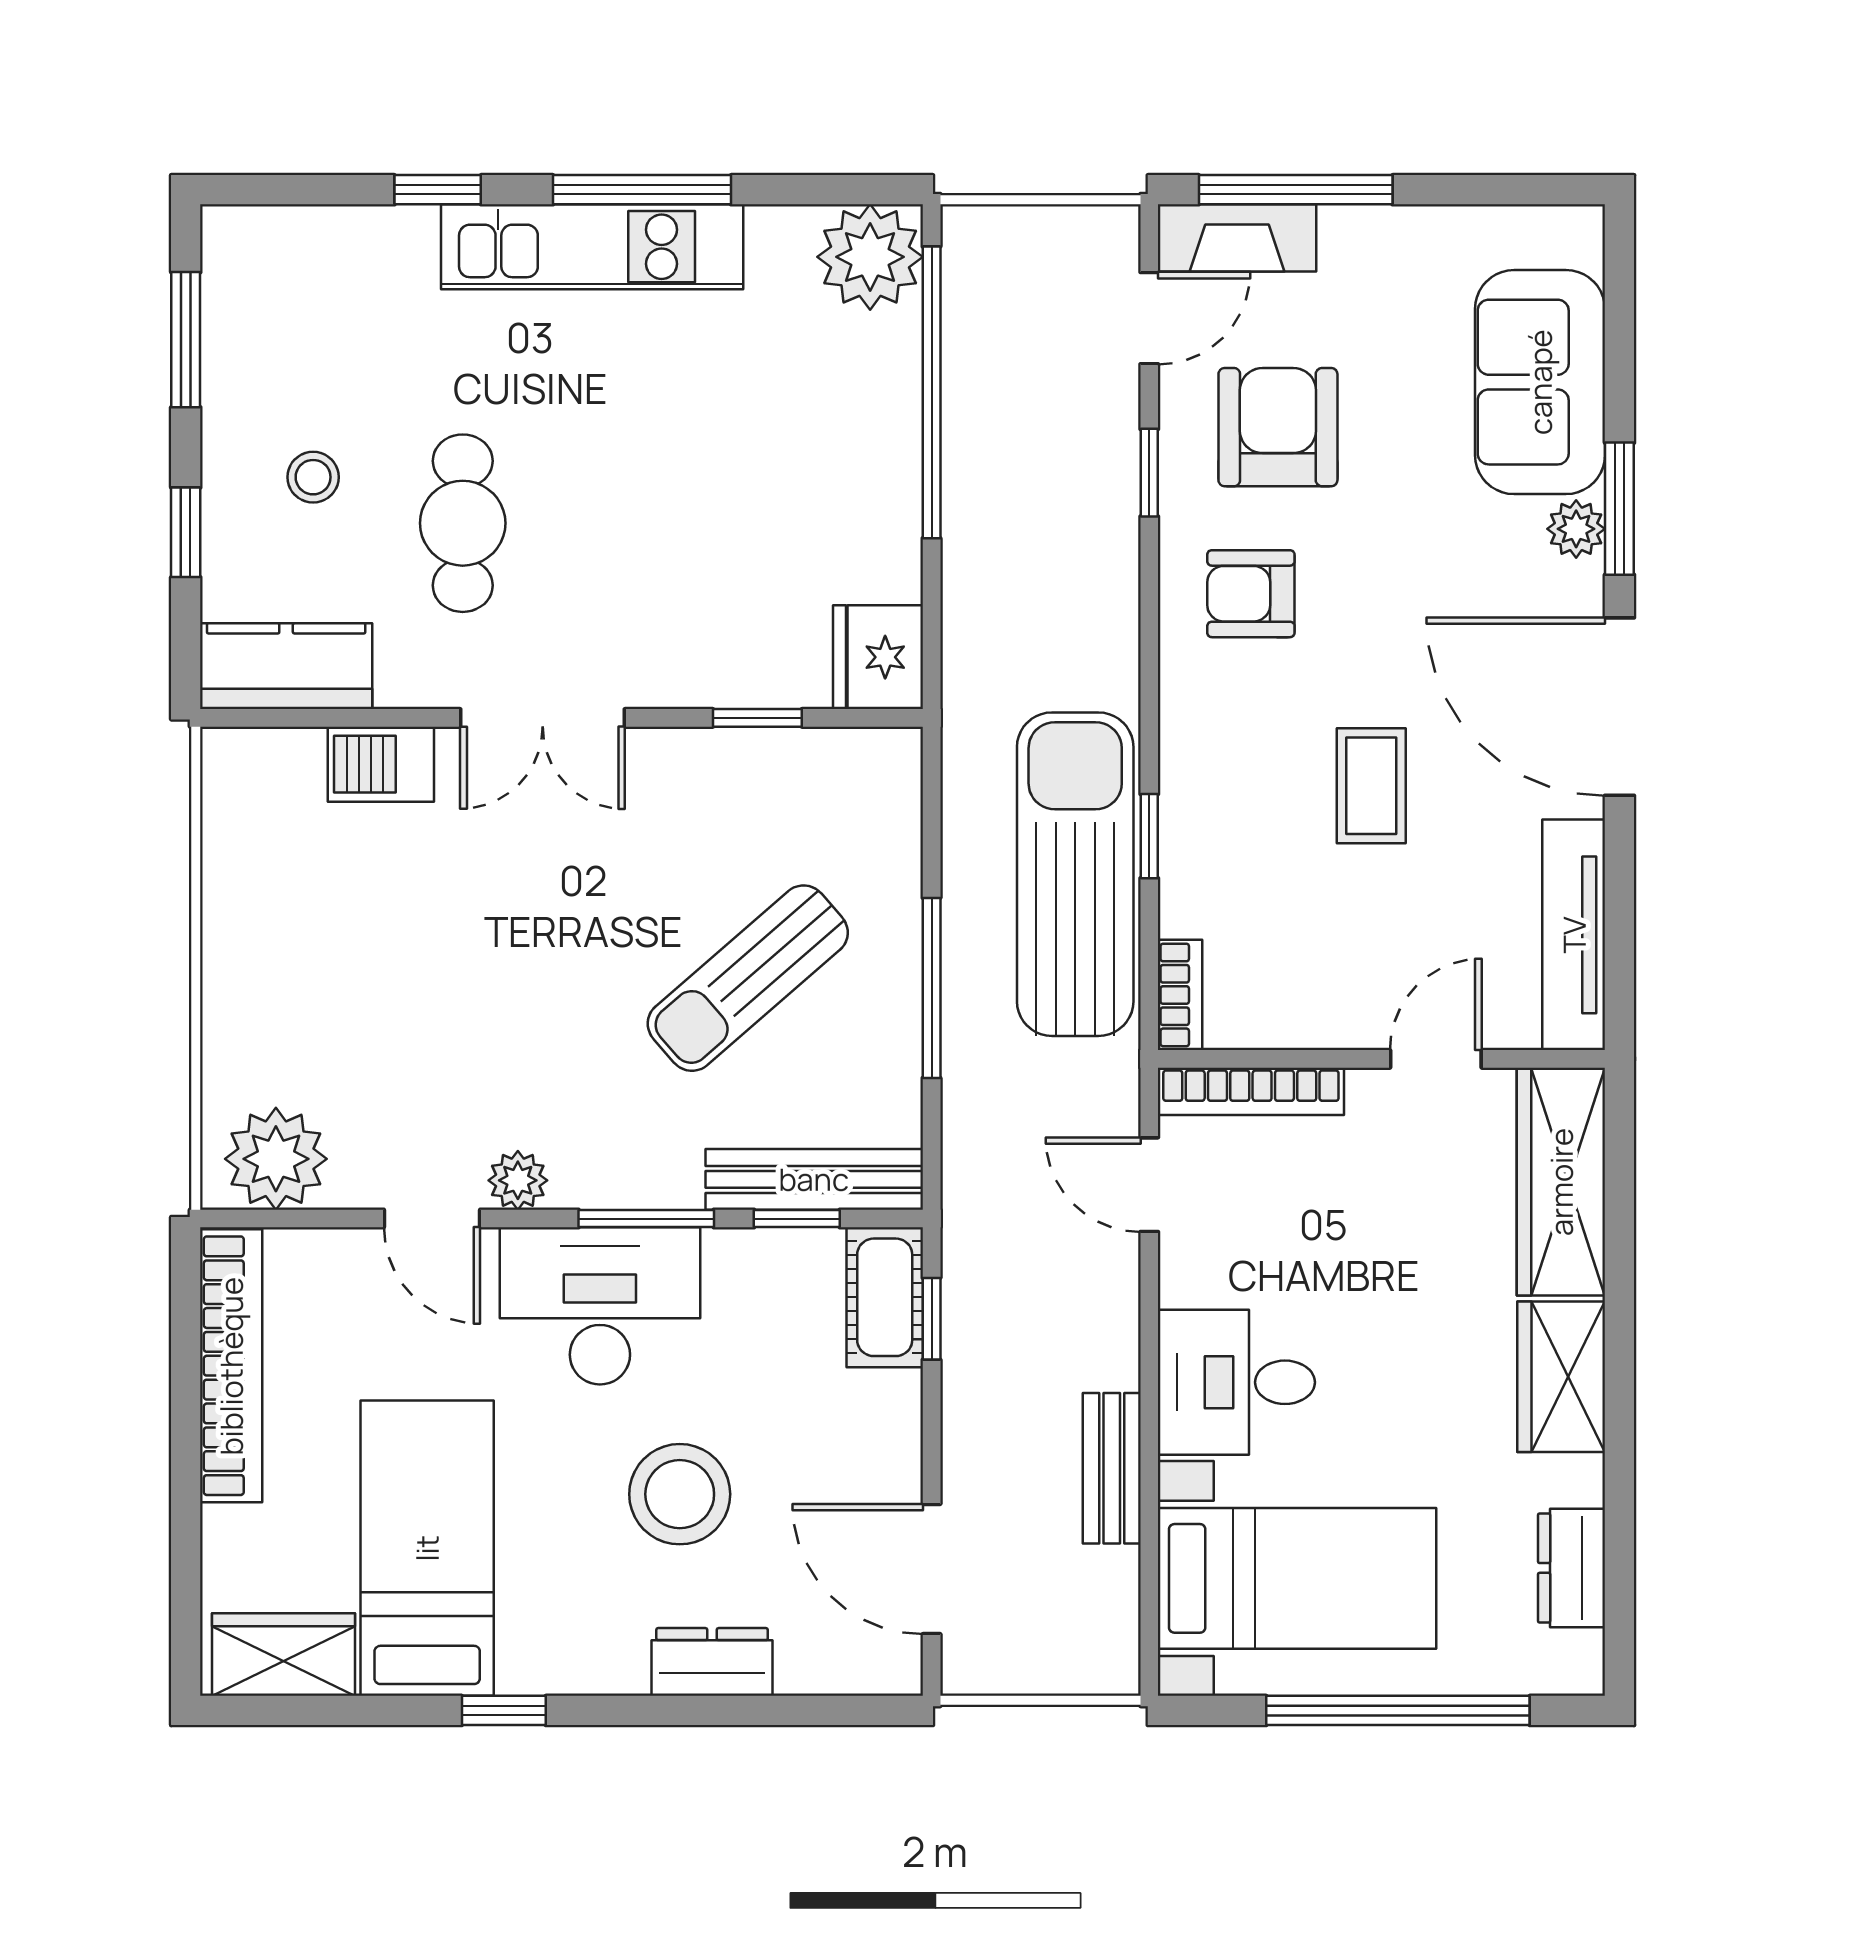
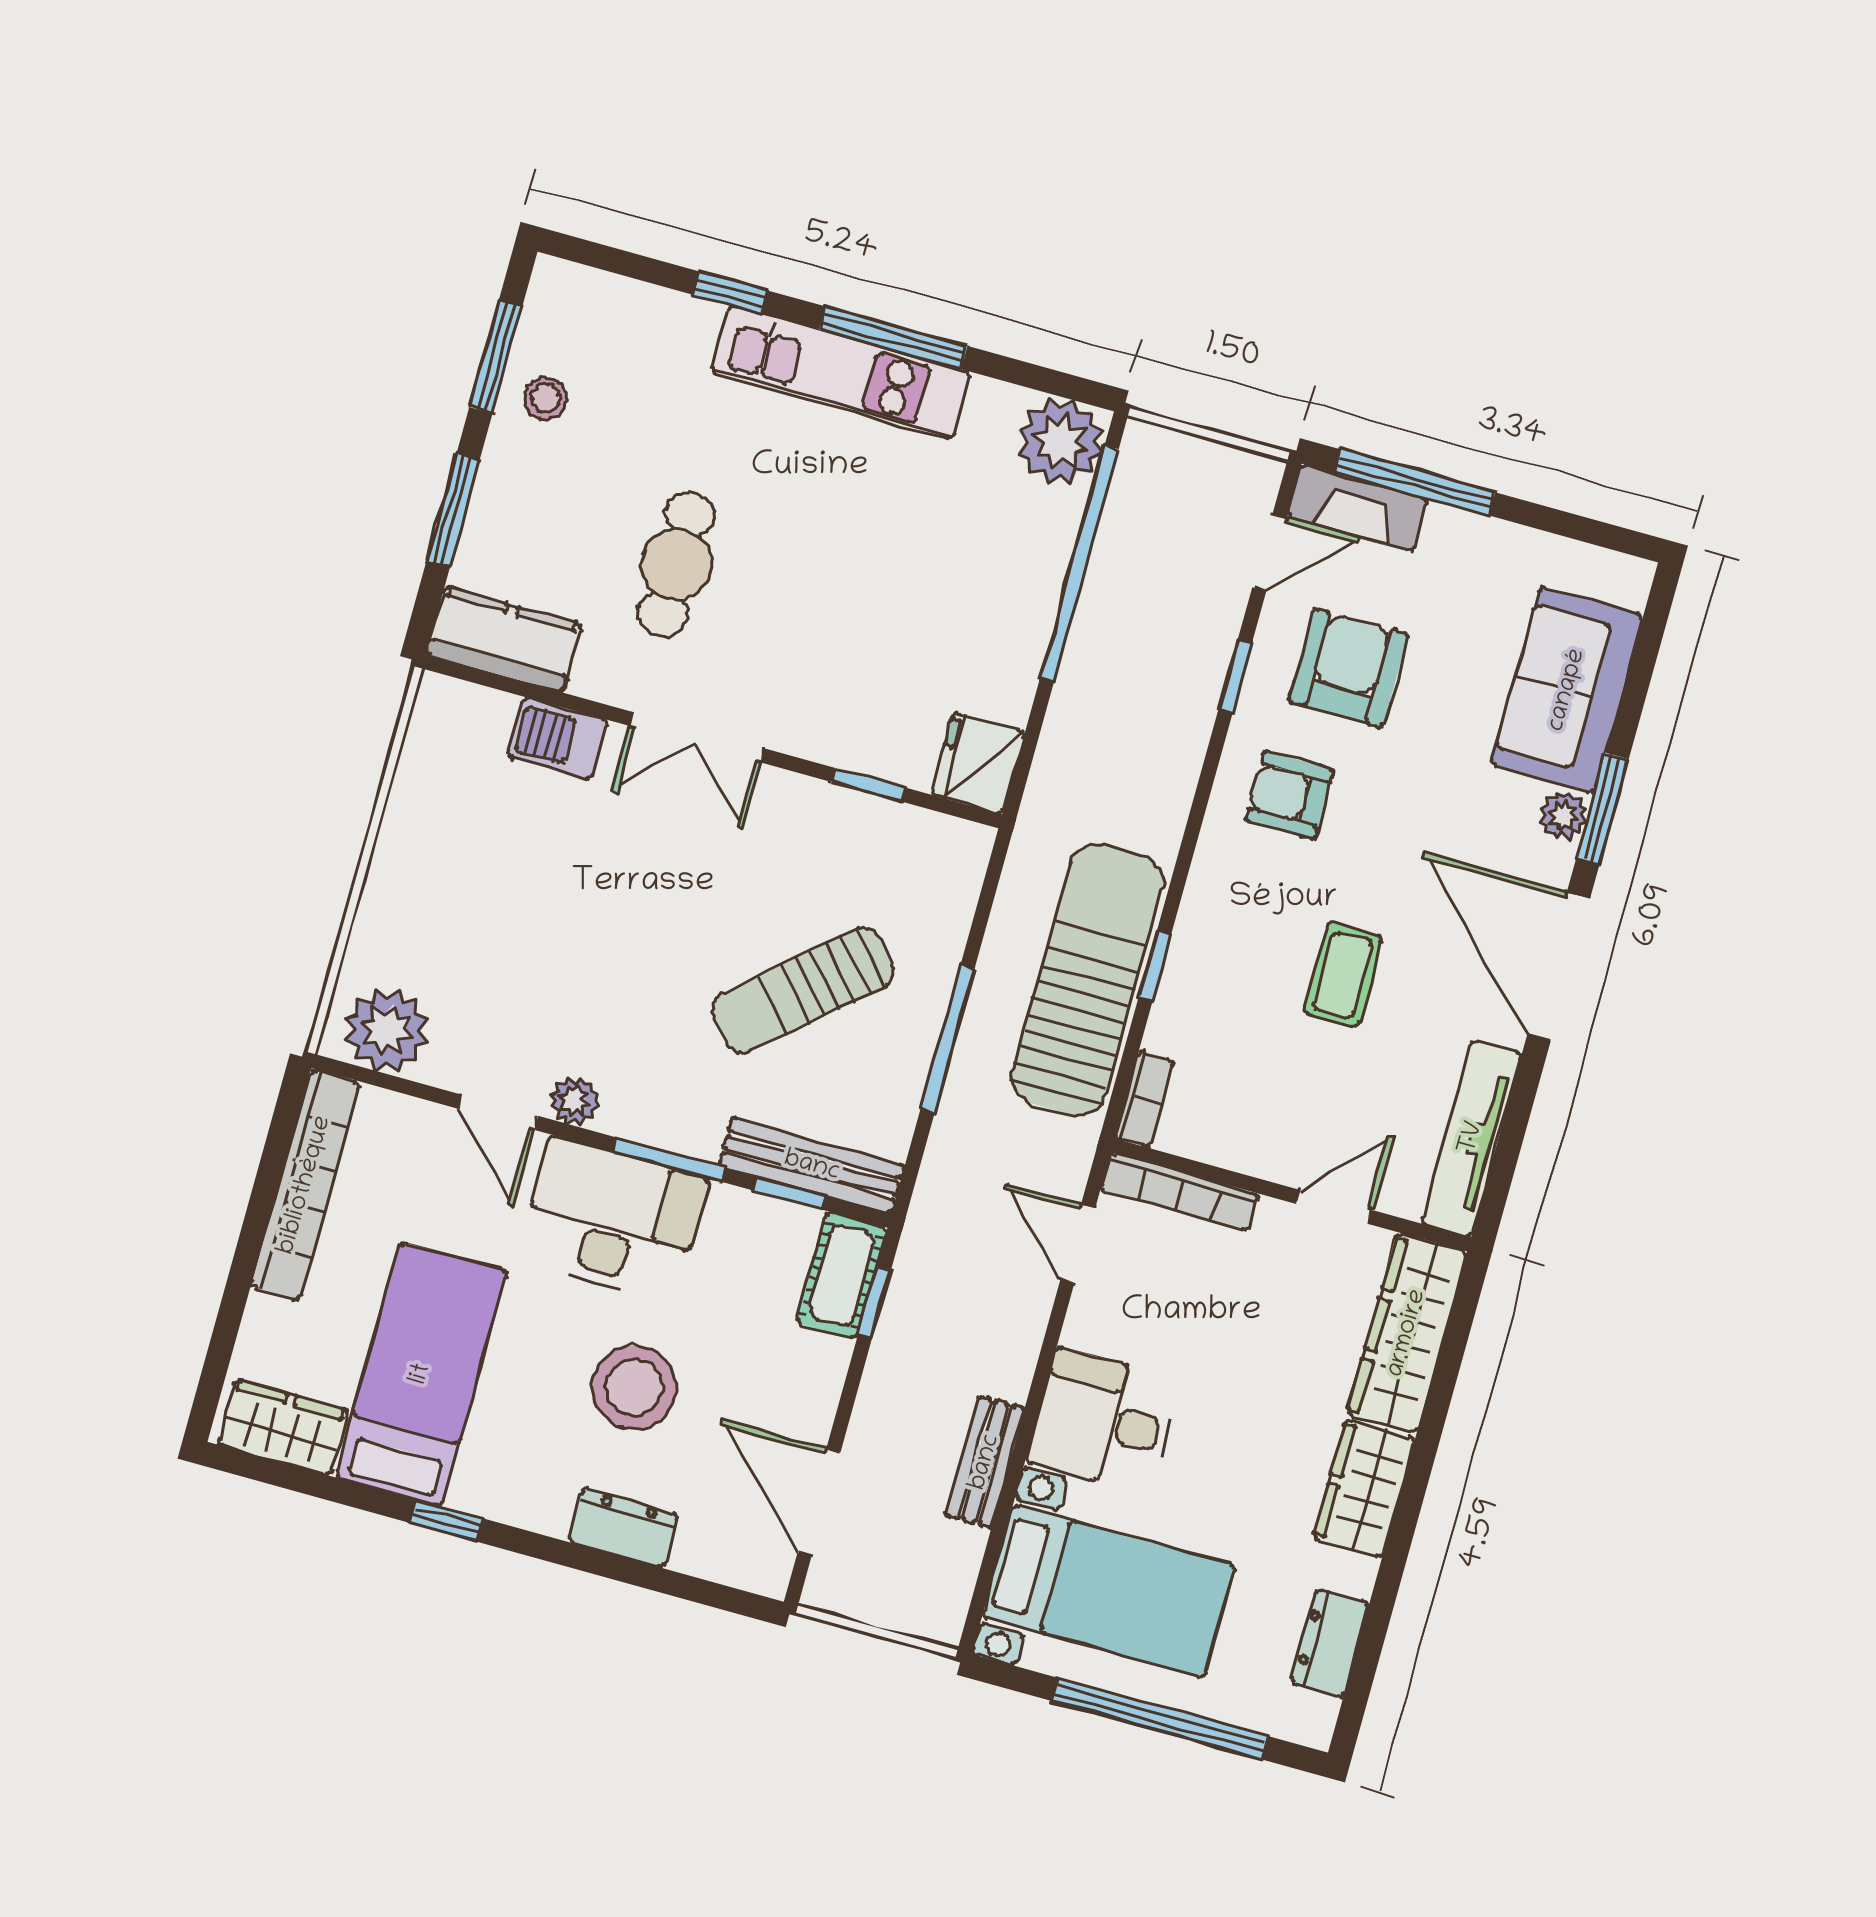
stool: (313, 477) -> (545, 398), moved
window: (186, 532) -> (453, 510), width x1.50

